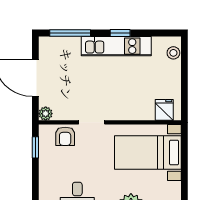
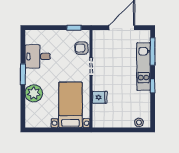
kitchen unit: (116, 46) -> (144, 67), moved
fridge: (164, 110) -> (100, 97), moved
plant: (46, 114) -> (97, 35), removed

